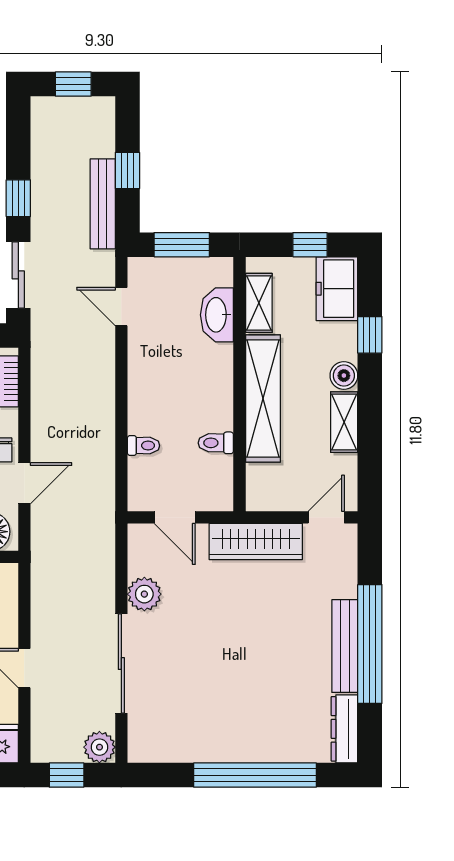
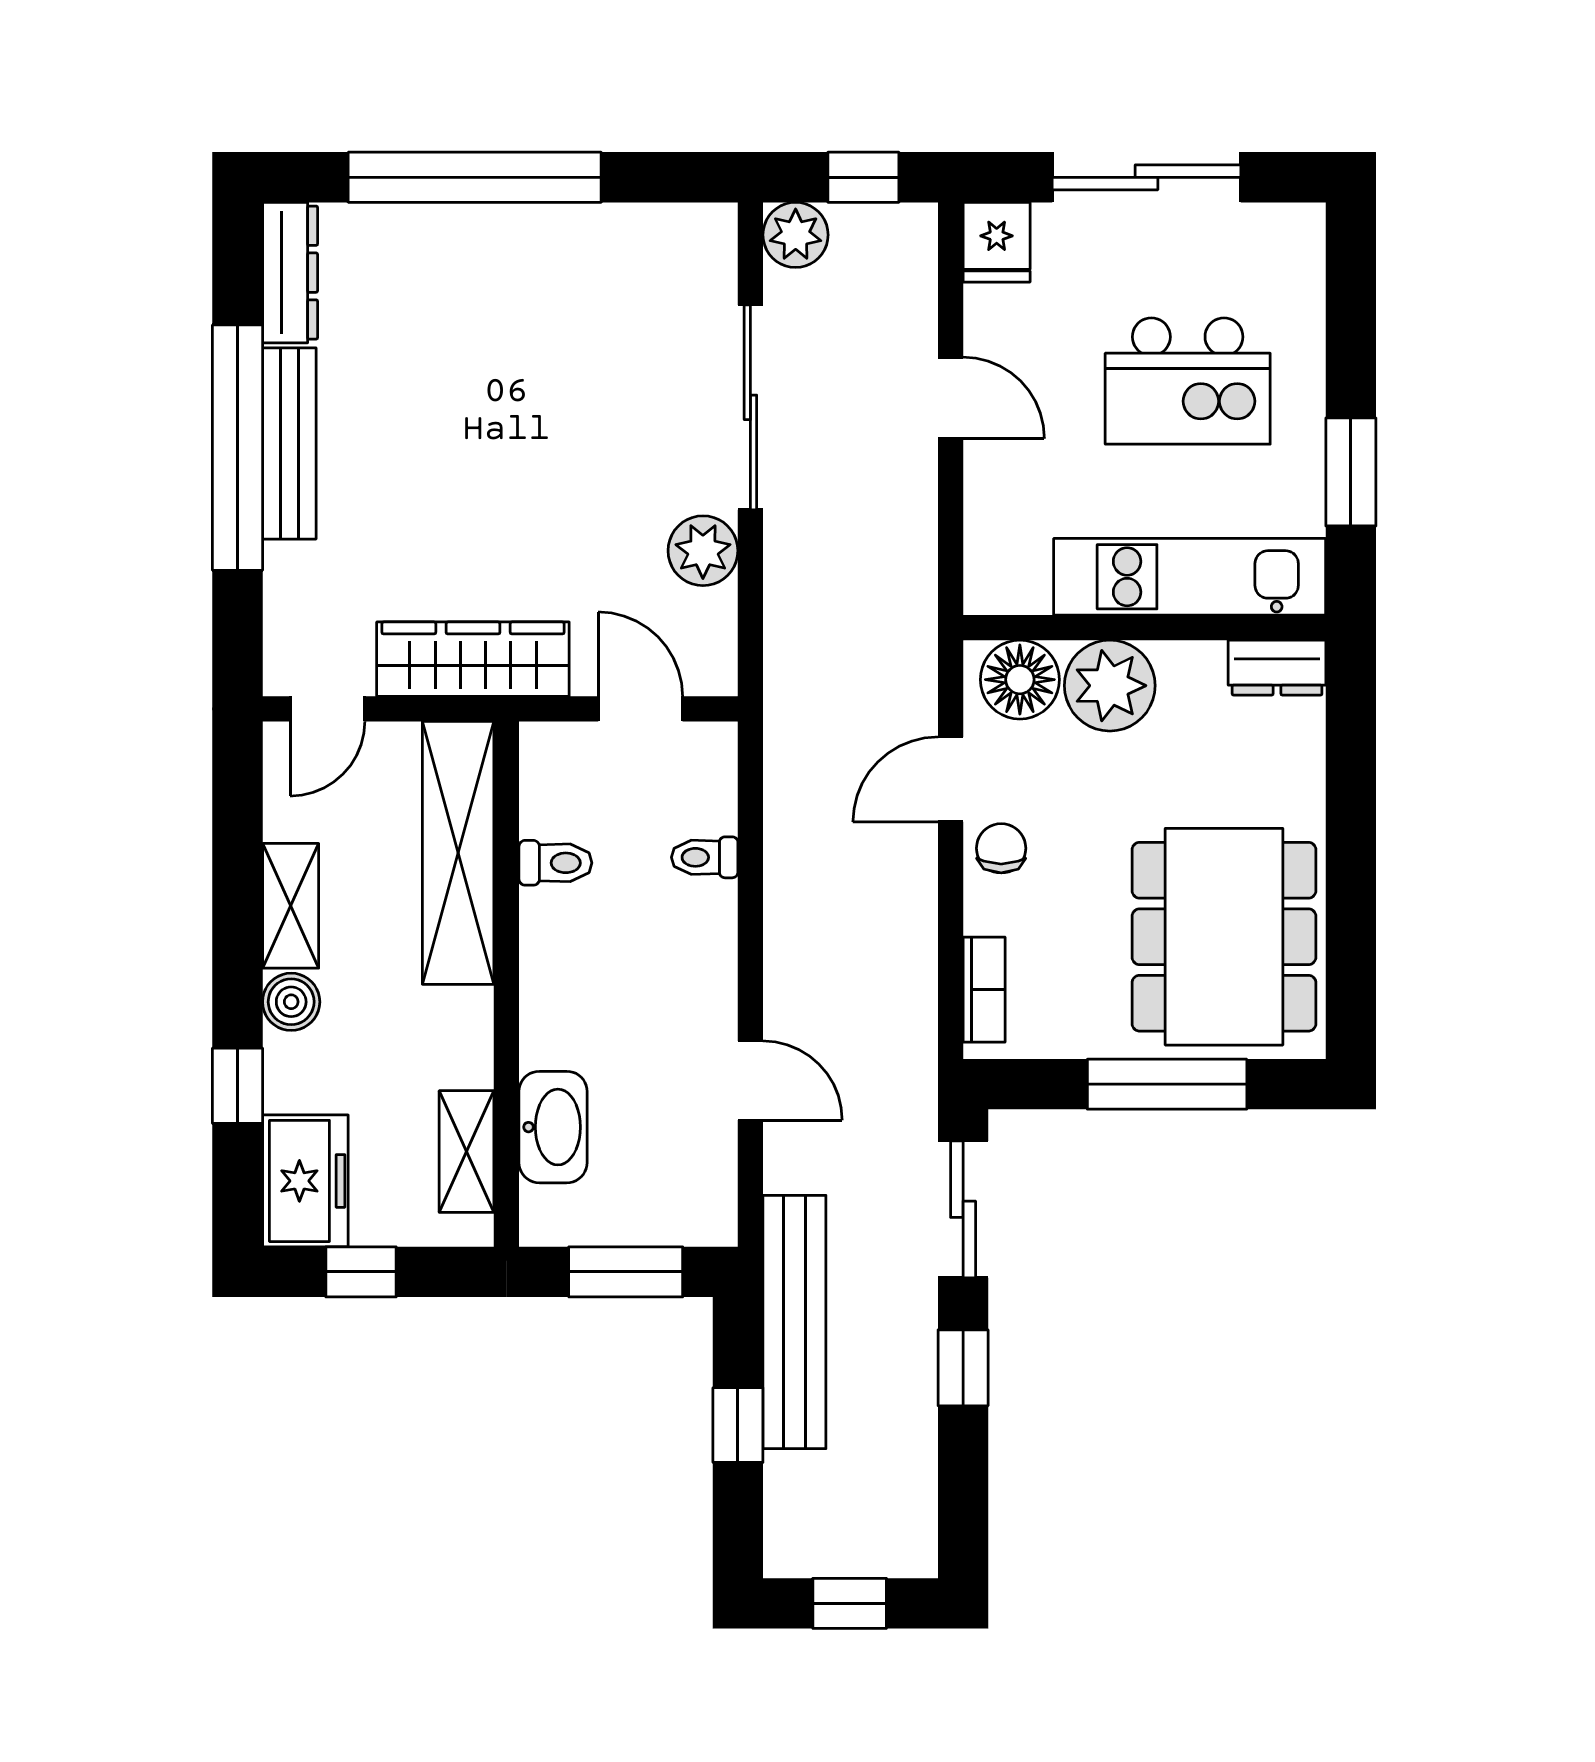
bench: (103, 204) -> (794, 1322), width x1.37, depth x1.21
door: (121, 307) -> (750, 1081), moved
shelving: (263, 399) -> (458, 853), moved

